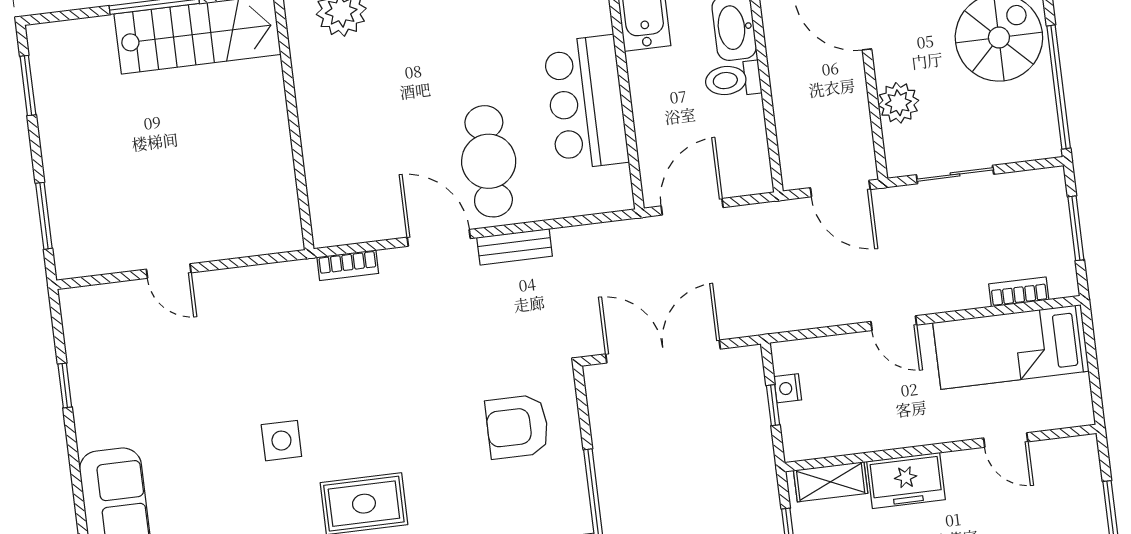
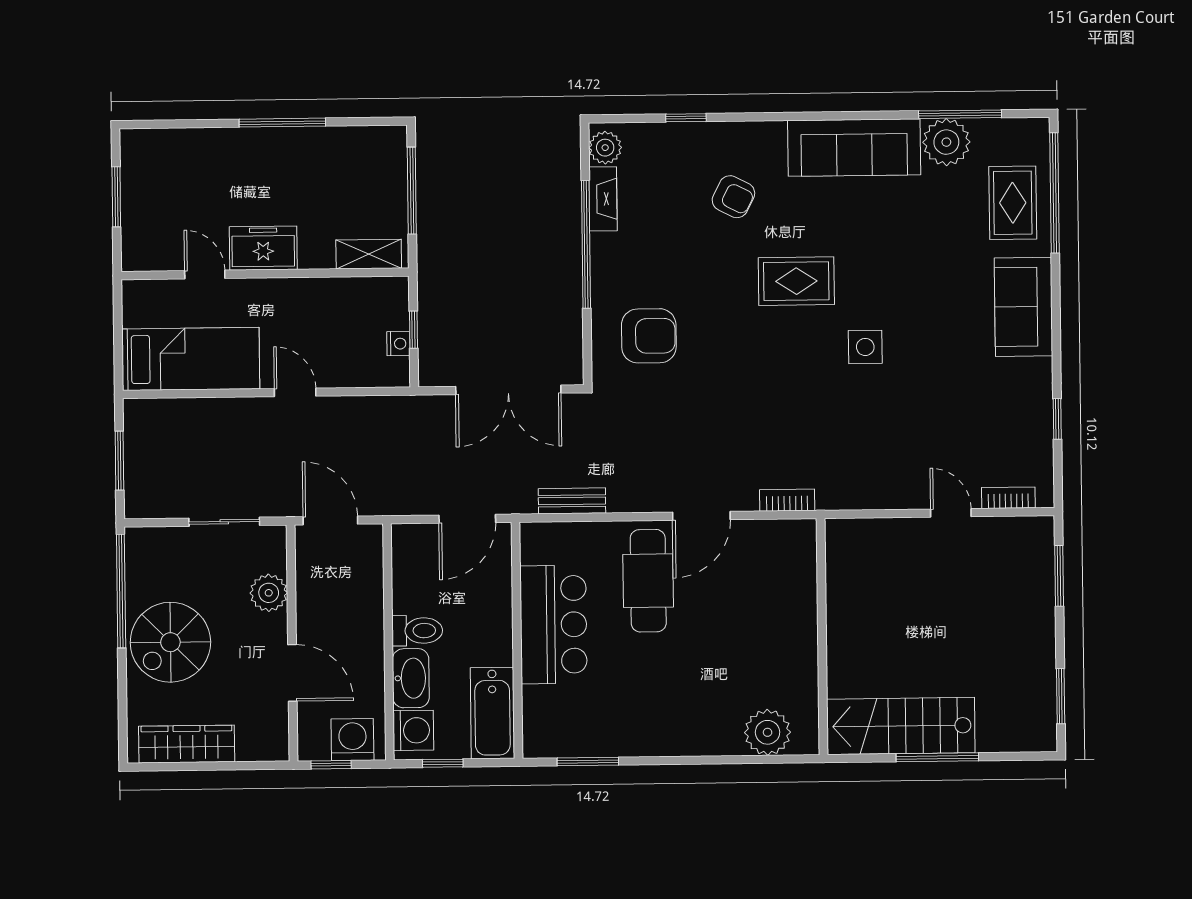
door: (439, 238) -> (701, 516), hinge flipped
bench: (515, 247) -> (572, 501), moved
bookcase: (1019, 292) -> (1008, 498), moved, turned 180
freezer: (906, 480) -> (263, 248), moved

